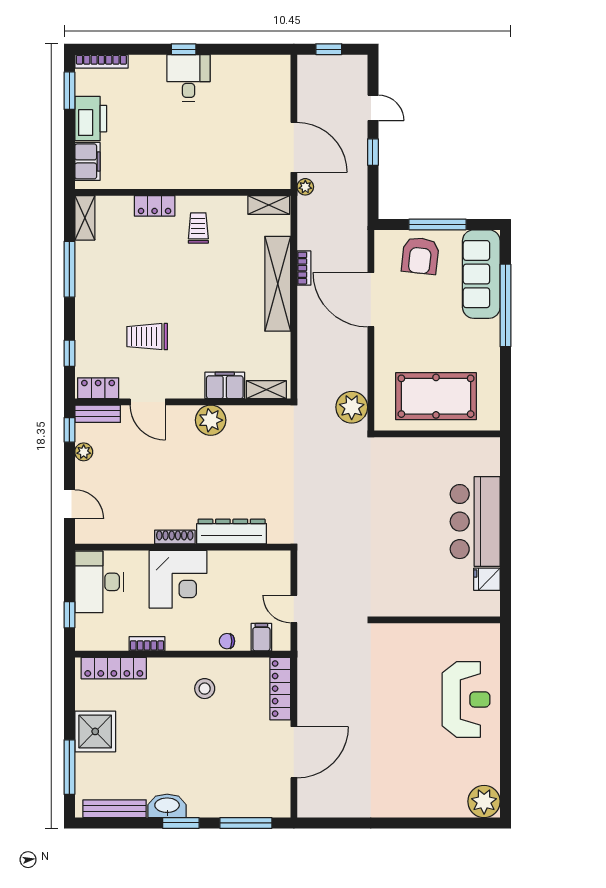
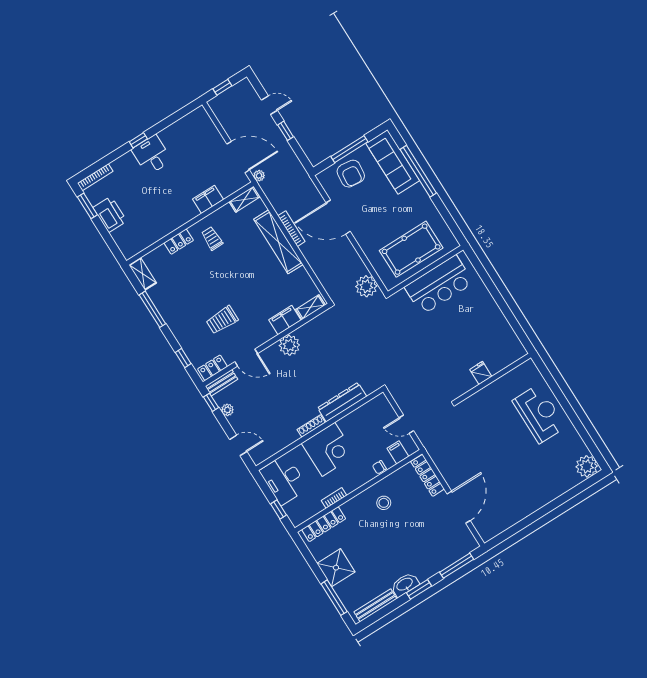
filing cabinet: (87, 161) -> (208, 199), moved, turned -90
bookcase: (304, 268) -> (291, 229), width x1.56
bar counter: (475, 522) -> (439, 285), moved, turned -90
fridge: (487, 579) -> (481, 373), moved, turned 90

